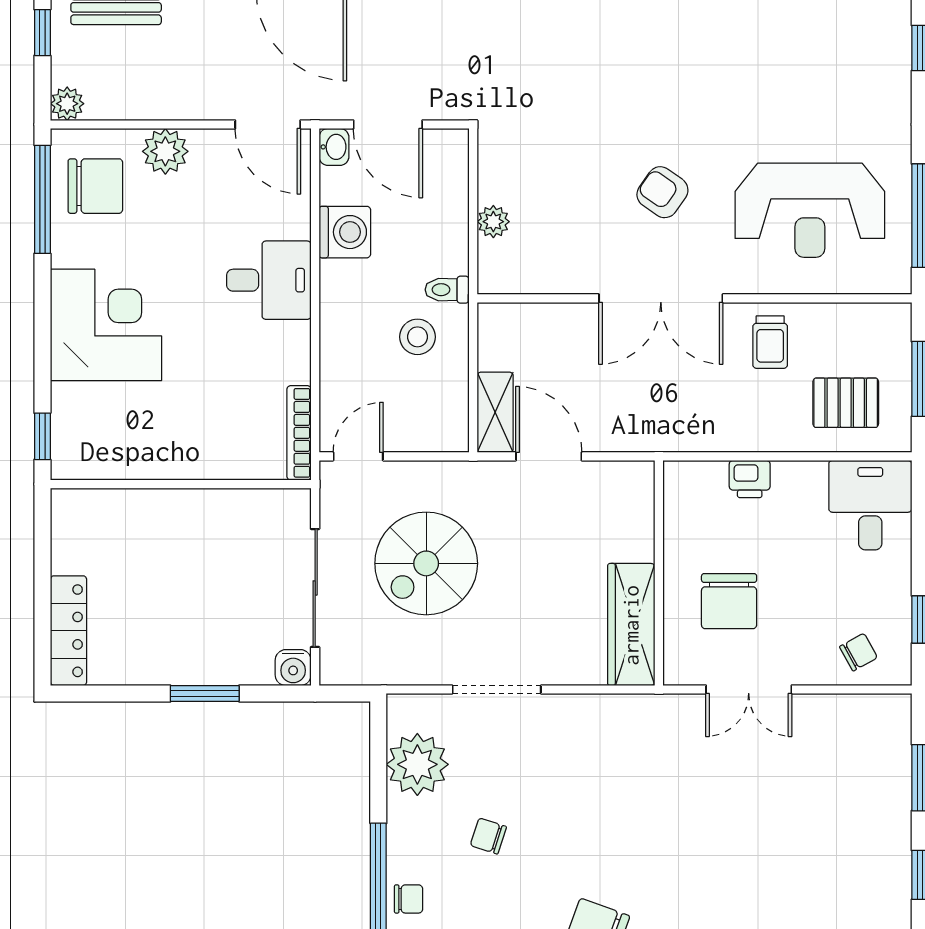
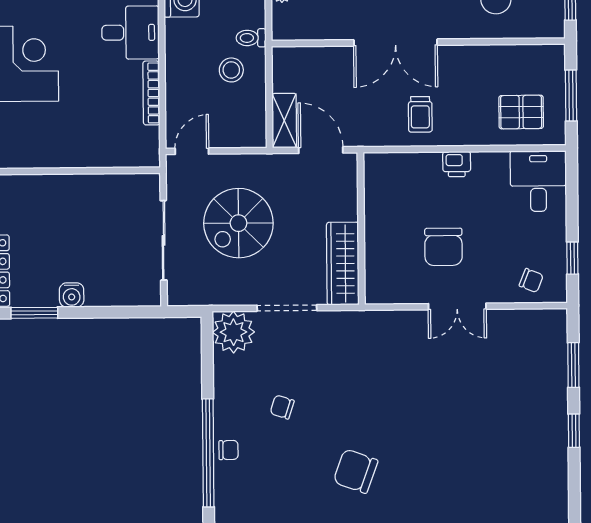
trolley: (770, 342) -> (420, 114), moved
bookcase: (299, 433) -> (151, 93), moved
wall: (659, 573) -> (361, 228), moved
wardrobe: (631, 625) -> (343, 263), moved
chair: (858, 652) -> (531, 280), turned 51
water cooler: (293, 668) -> (72, 295), moved
window: (205, 693) -> (34, 313), moved
plant: (417, 764) -> (233, 332), moved

